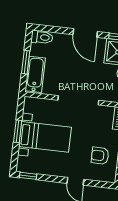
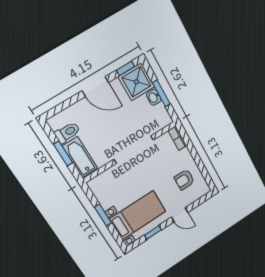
toilet: (42, 37) -> (67, 132), moved
bed with nightstands: (45, 137) -> (138, 215), moved
window: (28, 176) -> (153, 232), moved

